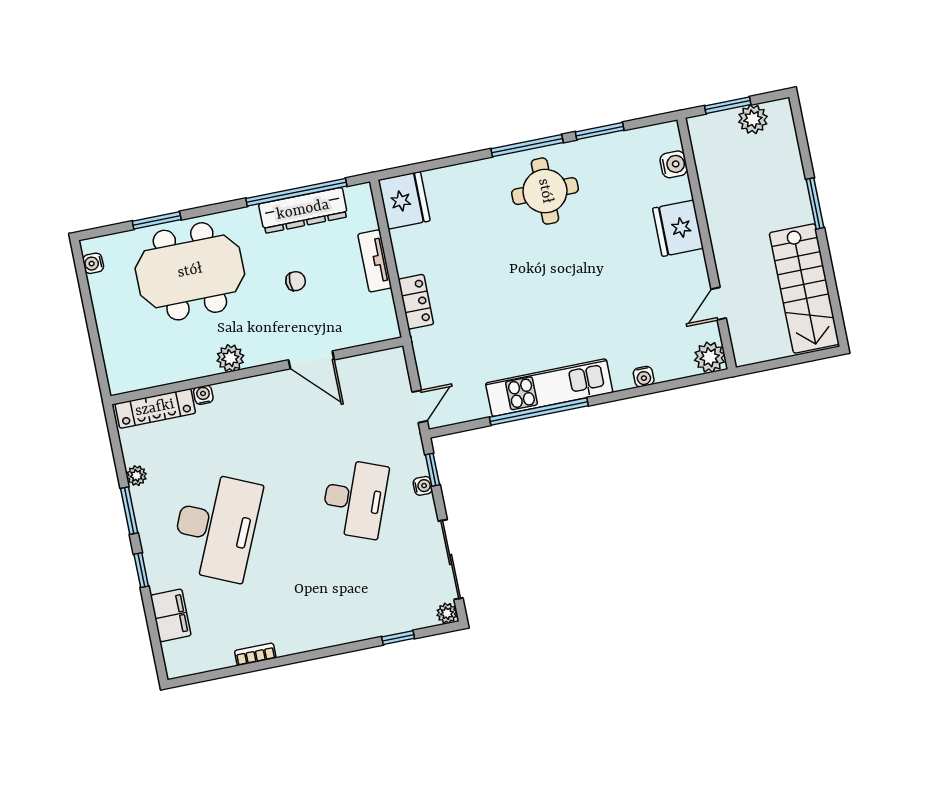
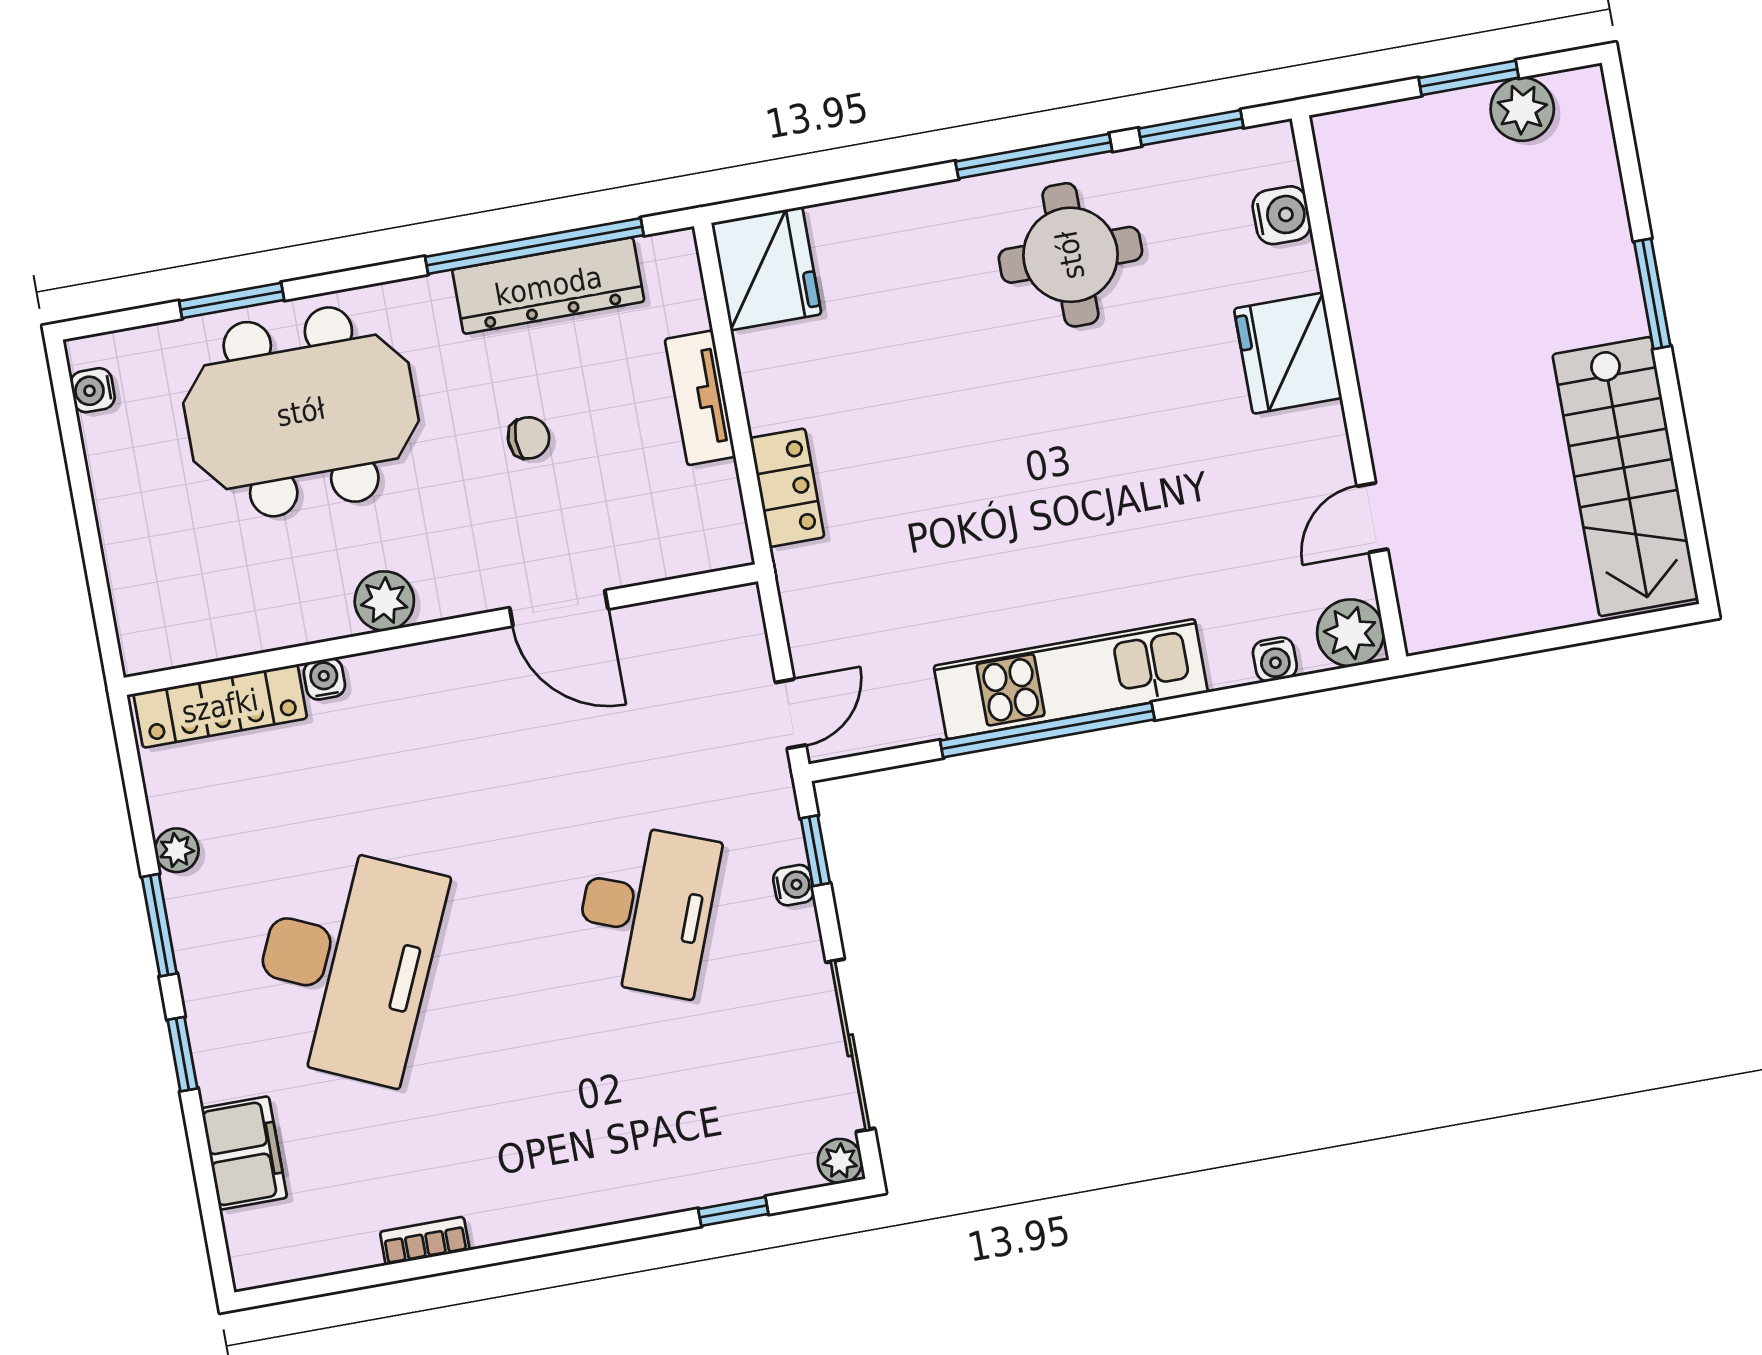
water cooler: (674, 164) -> (1282, 215), moved
fridge: (678, 228) -> (1288, 353), moved
wall: (707, 244) -> (1349, 388), moved
door: (719, 304) -> (1372, 518), moved
plant: (710, 357) -> (1350, 633), moved

